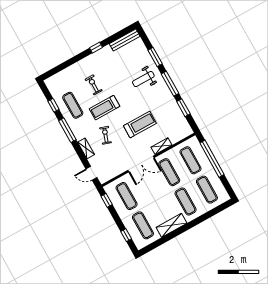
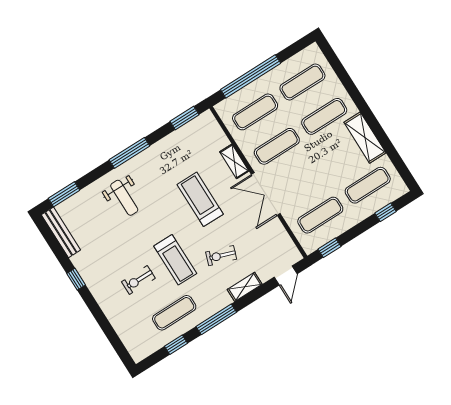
window: (155, 57) -> (64, 194), moved
window: (183, 108) -> (185, 118), moved
double door: (141, 164) -> (266, 194), swing flipped

